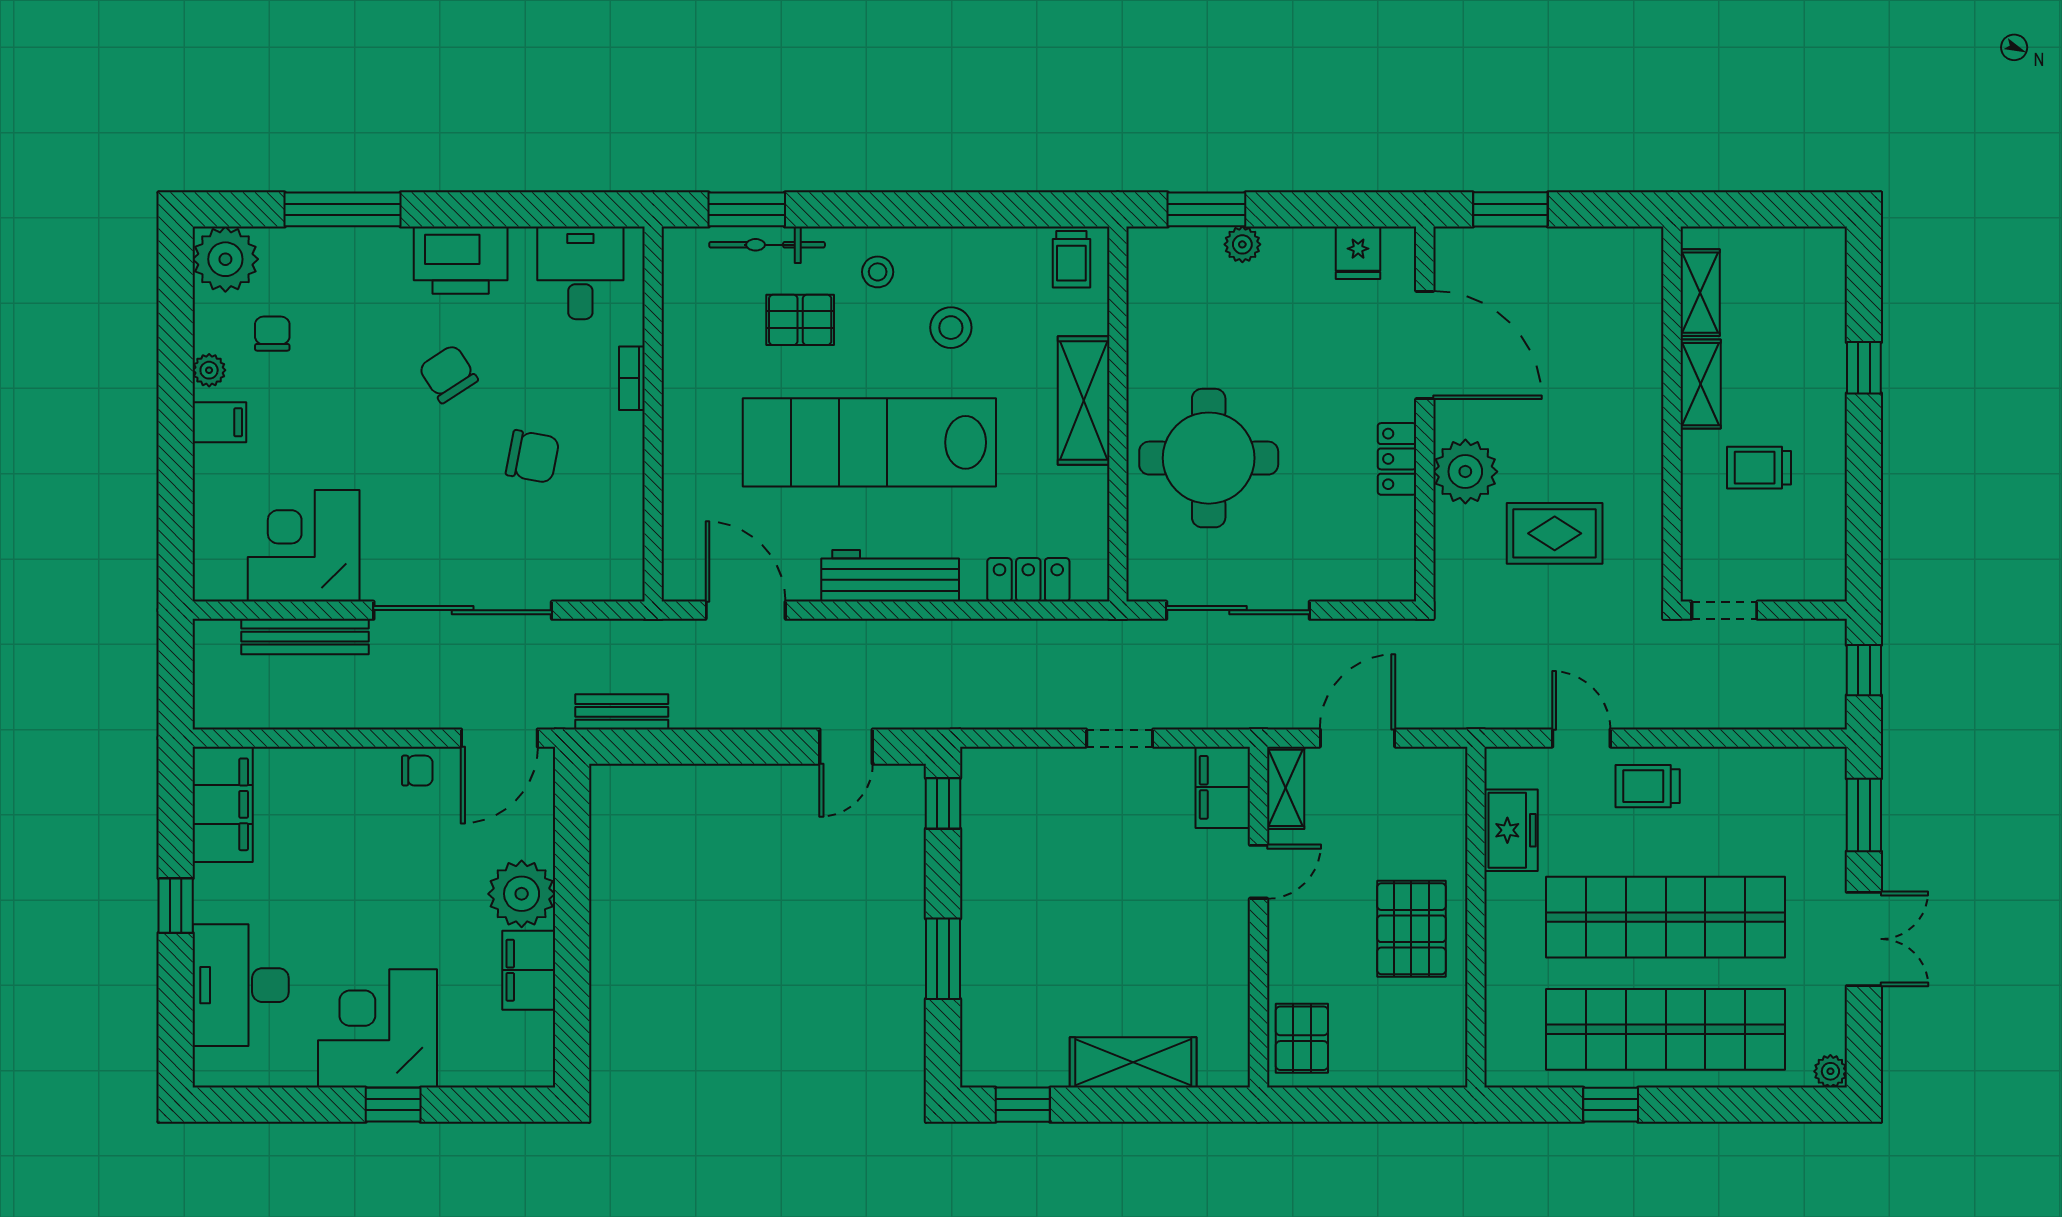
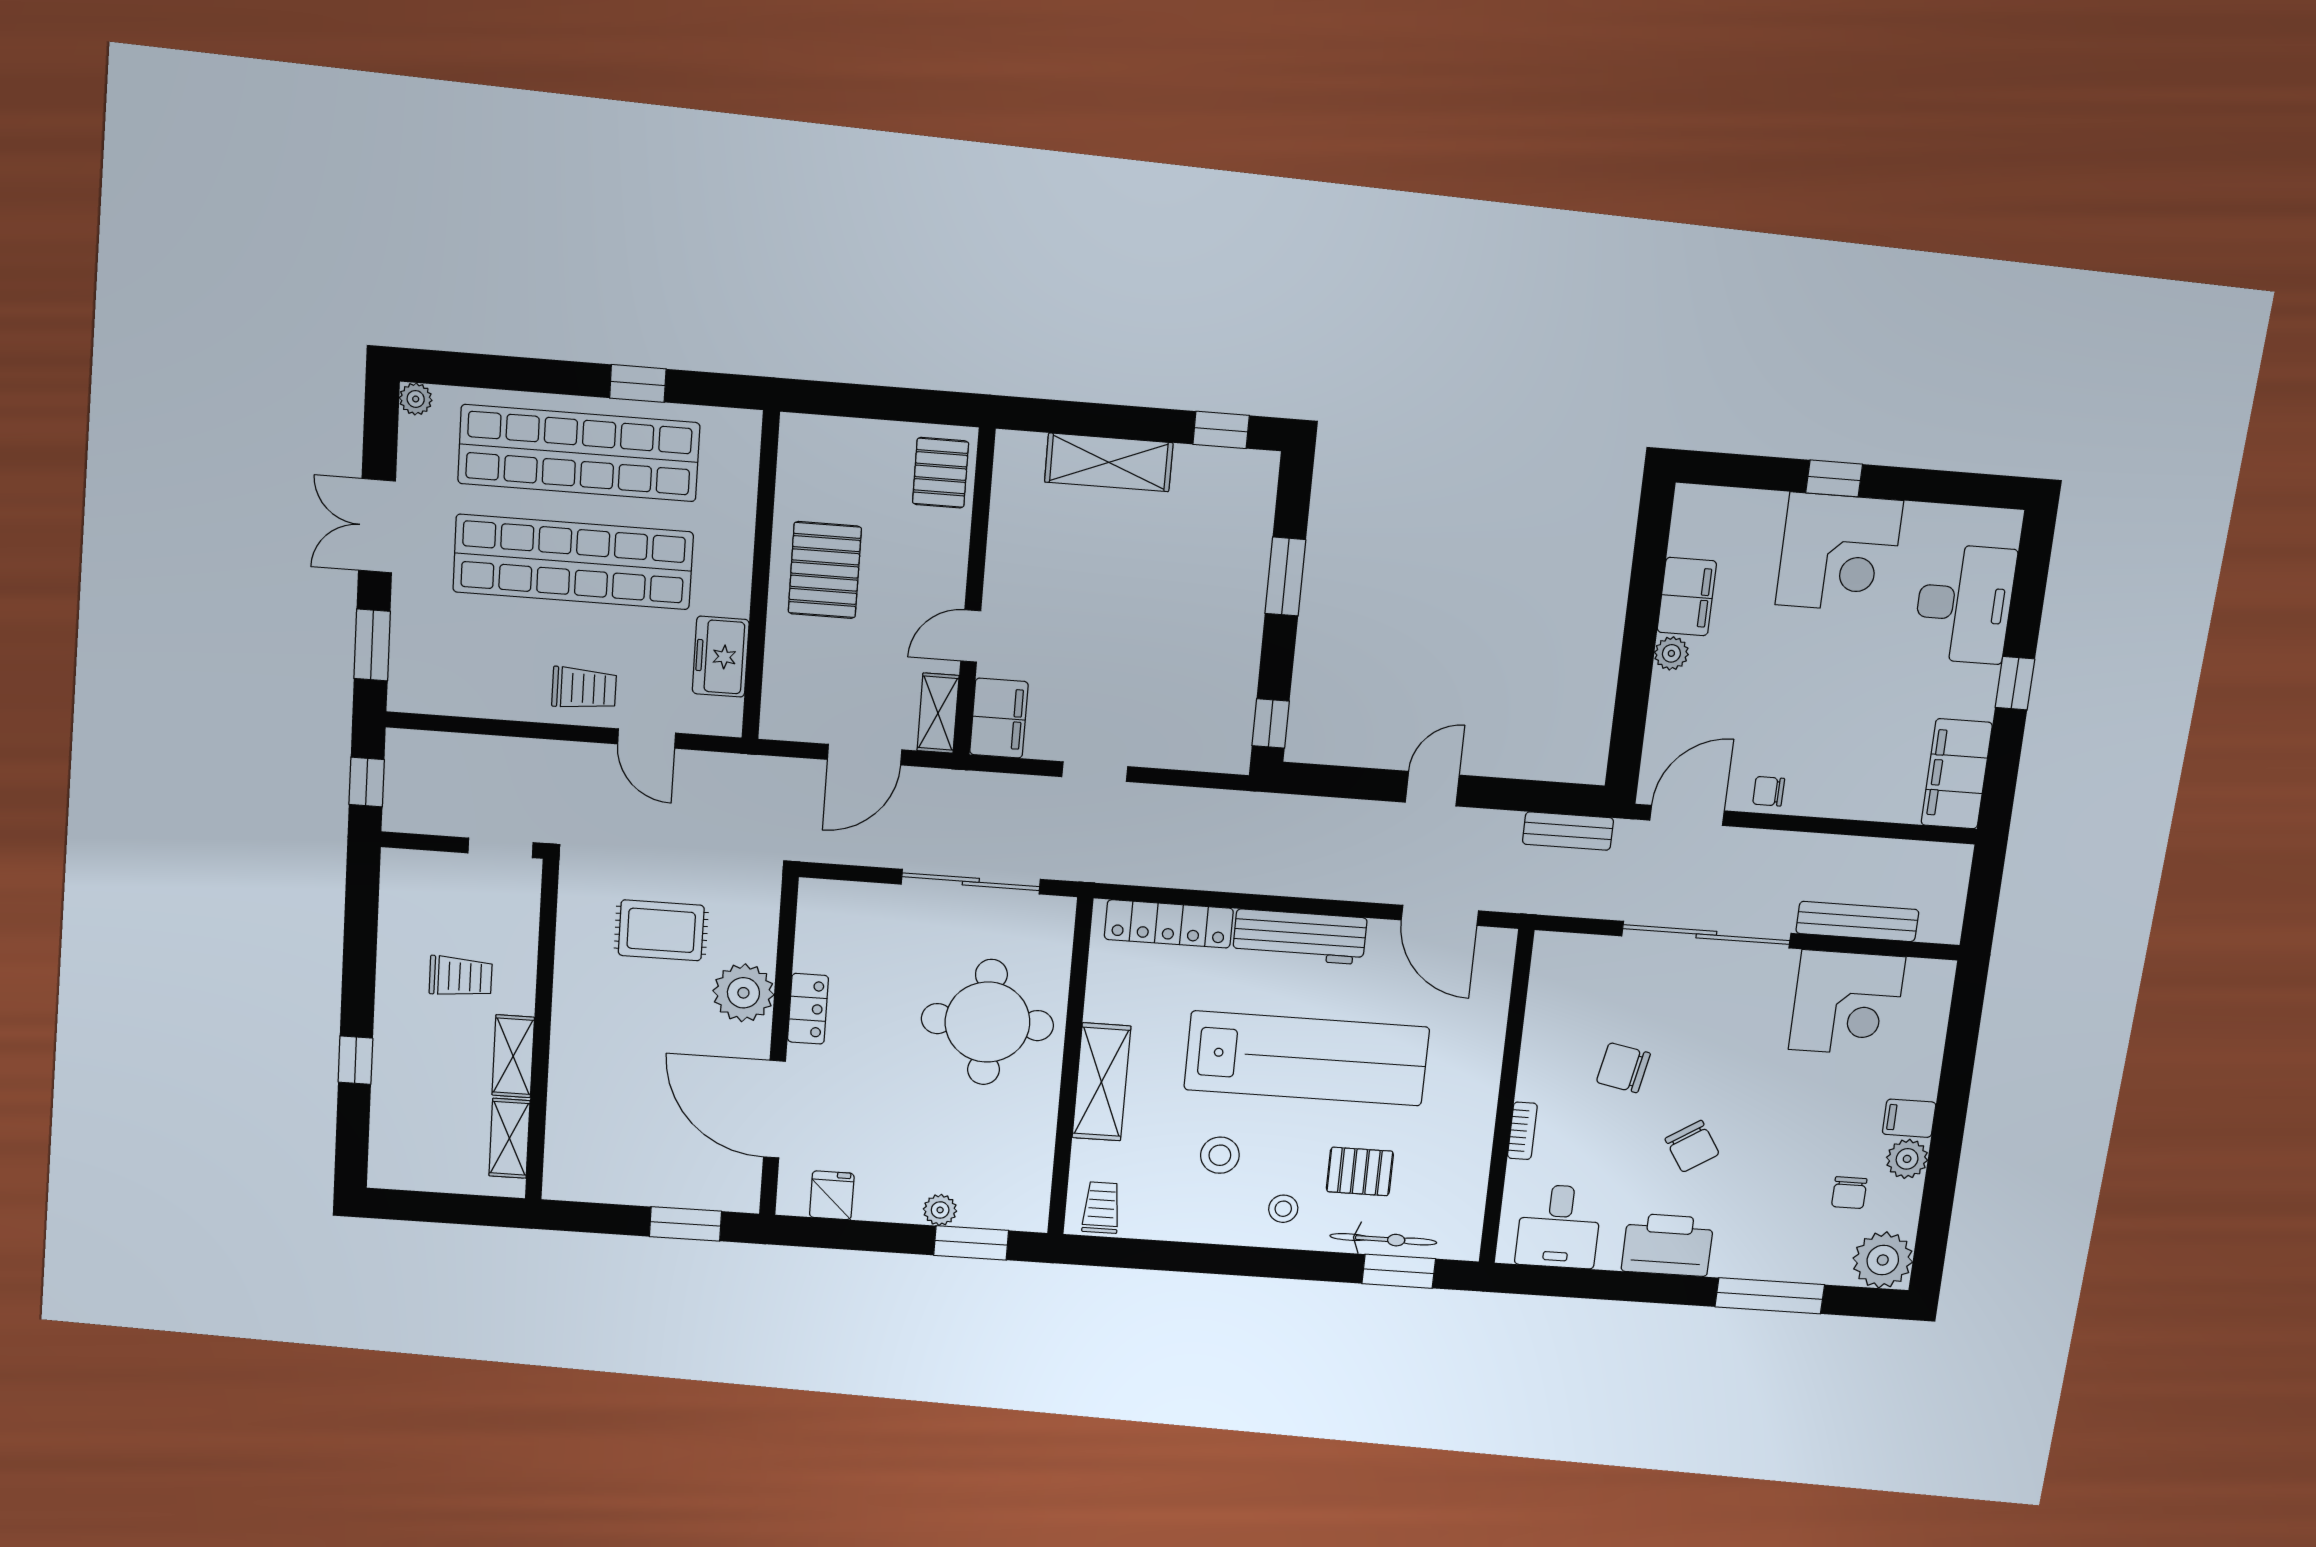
plant: (209, 370) -> (1907, 1159), width x1.38, depth x1.38
locker: (1028, 580) -> (1169, 924), width x1.53
door: (846, 747) -> (1432, 789), moved
plant: (522, 894) -> (1671, 653), width x0.53, depth x0.53

